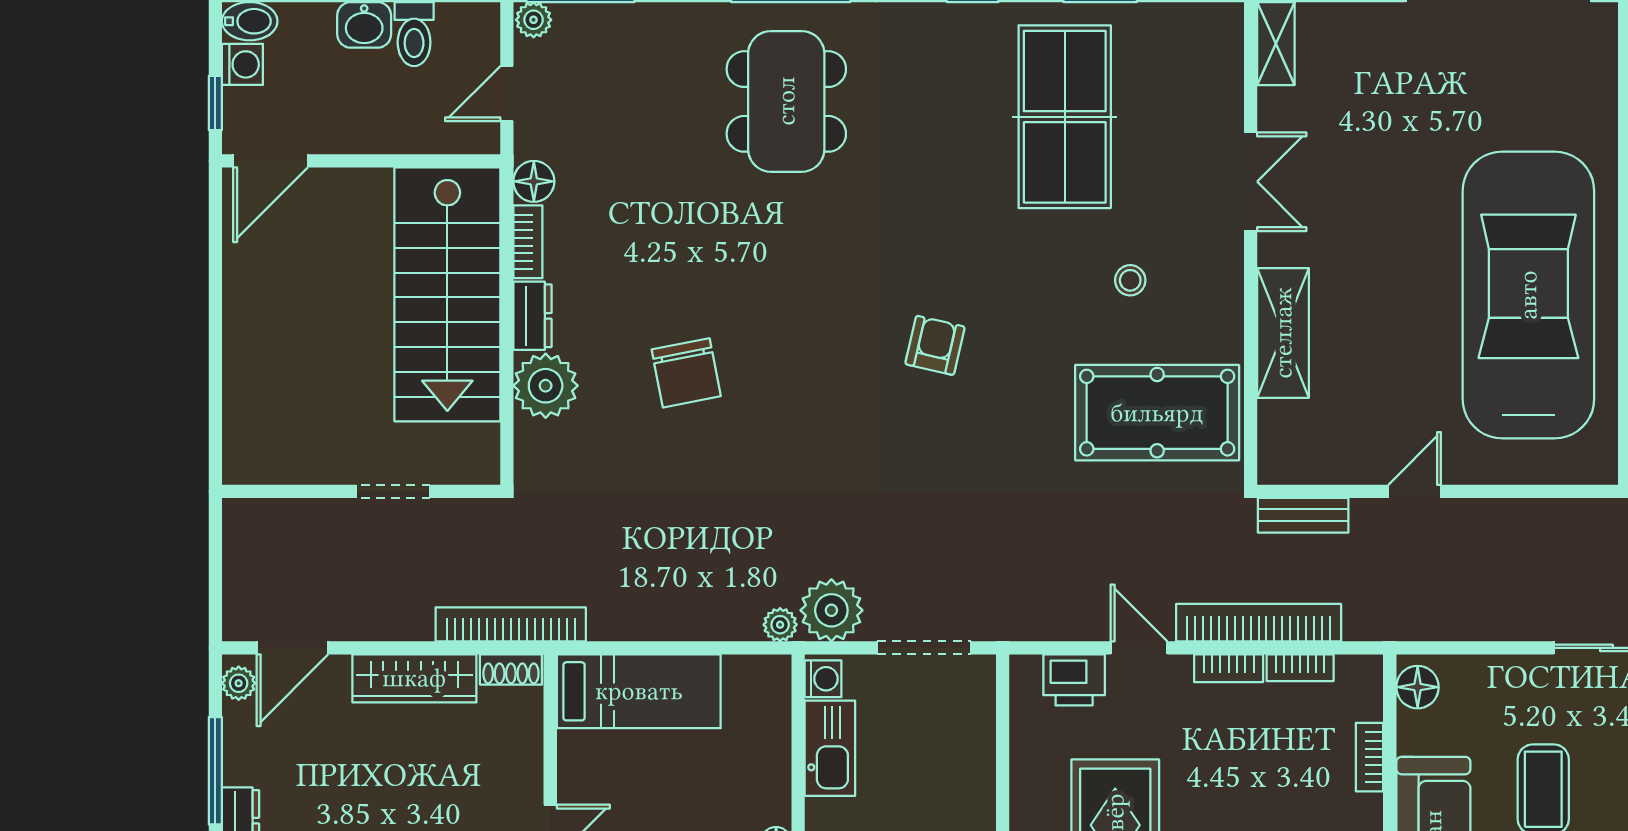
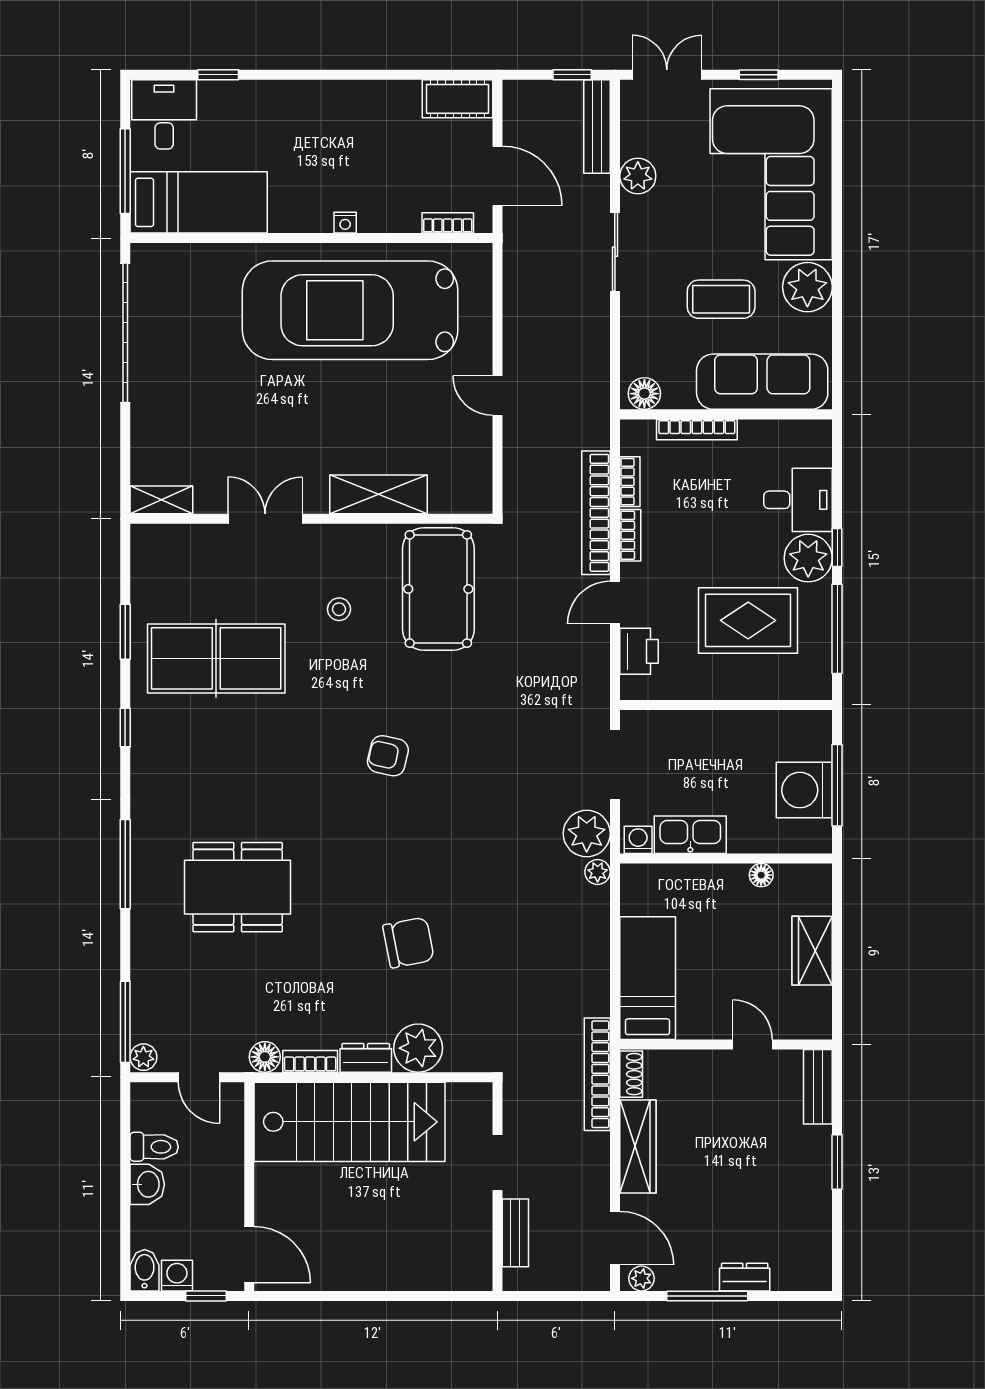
dining table: (786, 101) -> (238, 887), moved
bench: (1303, 515) -> (515, 1233), moved
bookcase: (1370, 757) -> (697, 430), width x1.56

